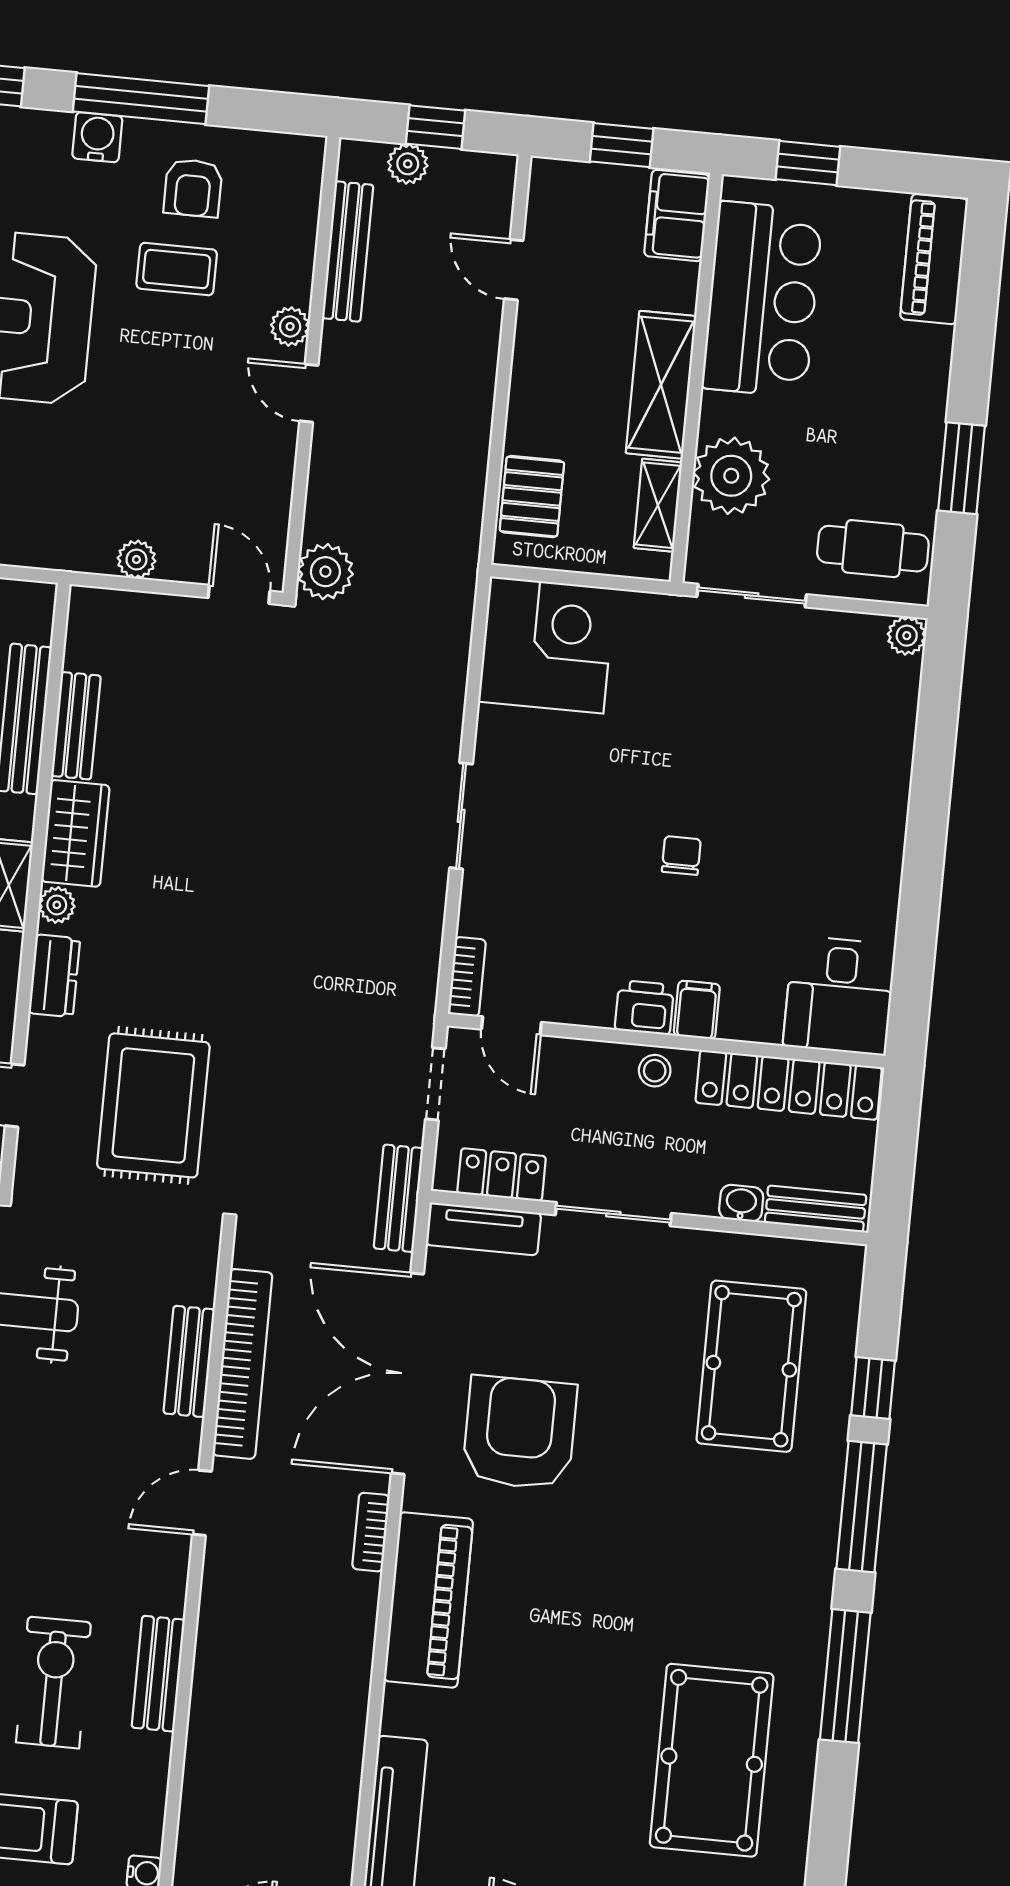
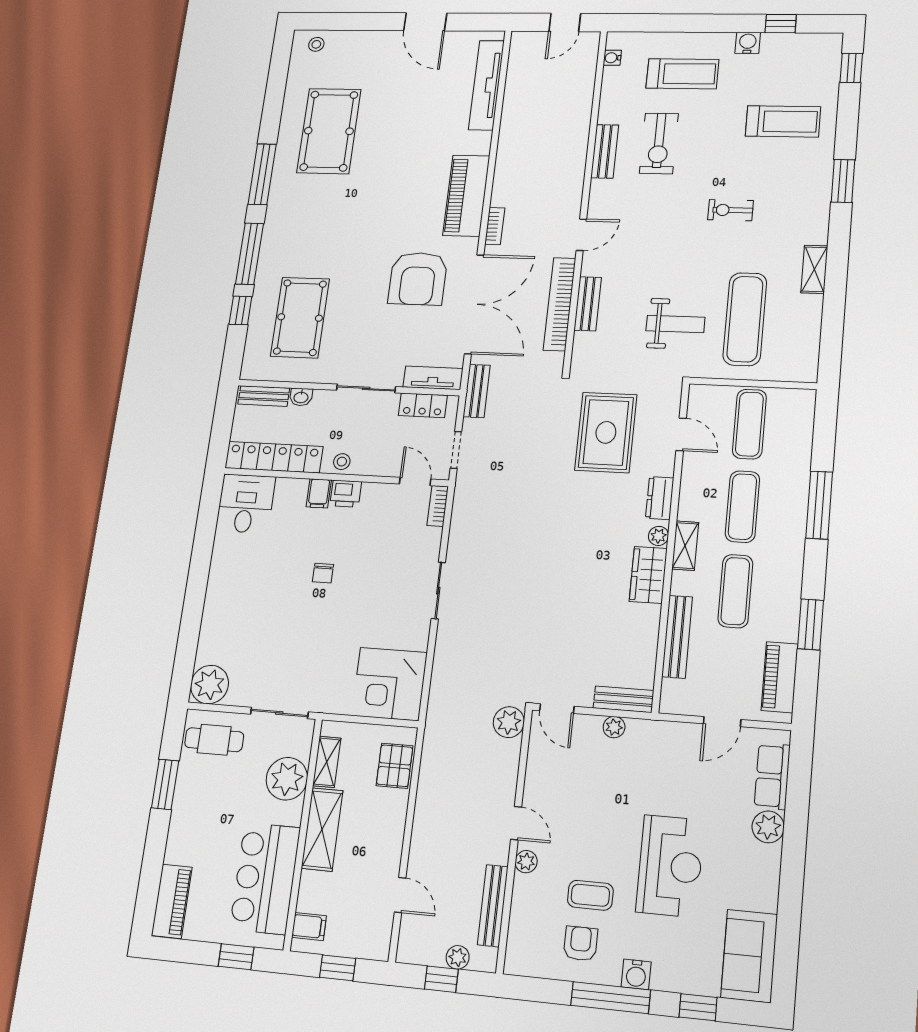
filing cabinet: (677, 215) -> (309, 926), width x0.50
plant: (907, 636) -> (210, 685), width x1.88, depth x1.88
bench: (76, 726) -> (624, 699), moved, turned 90

